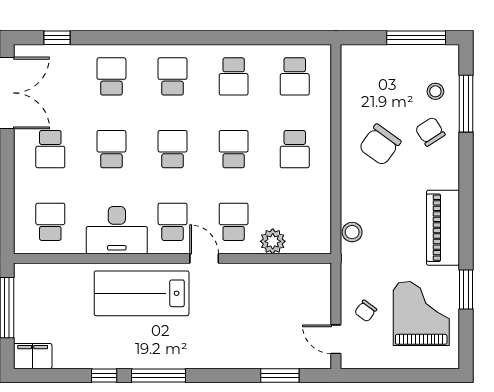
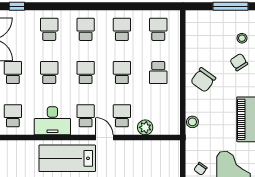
school desk: (234, 76) -> (122, 29), turned 180
school desk: (295, 76) -> (158, 29), turned 180
chair: (380, 145) -> (203, 80), moved
school desk: (50, 149) -> (13, 73), turned 180

